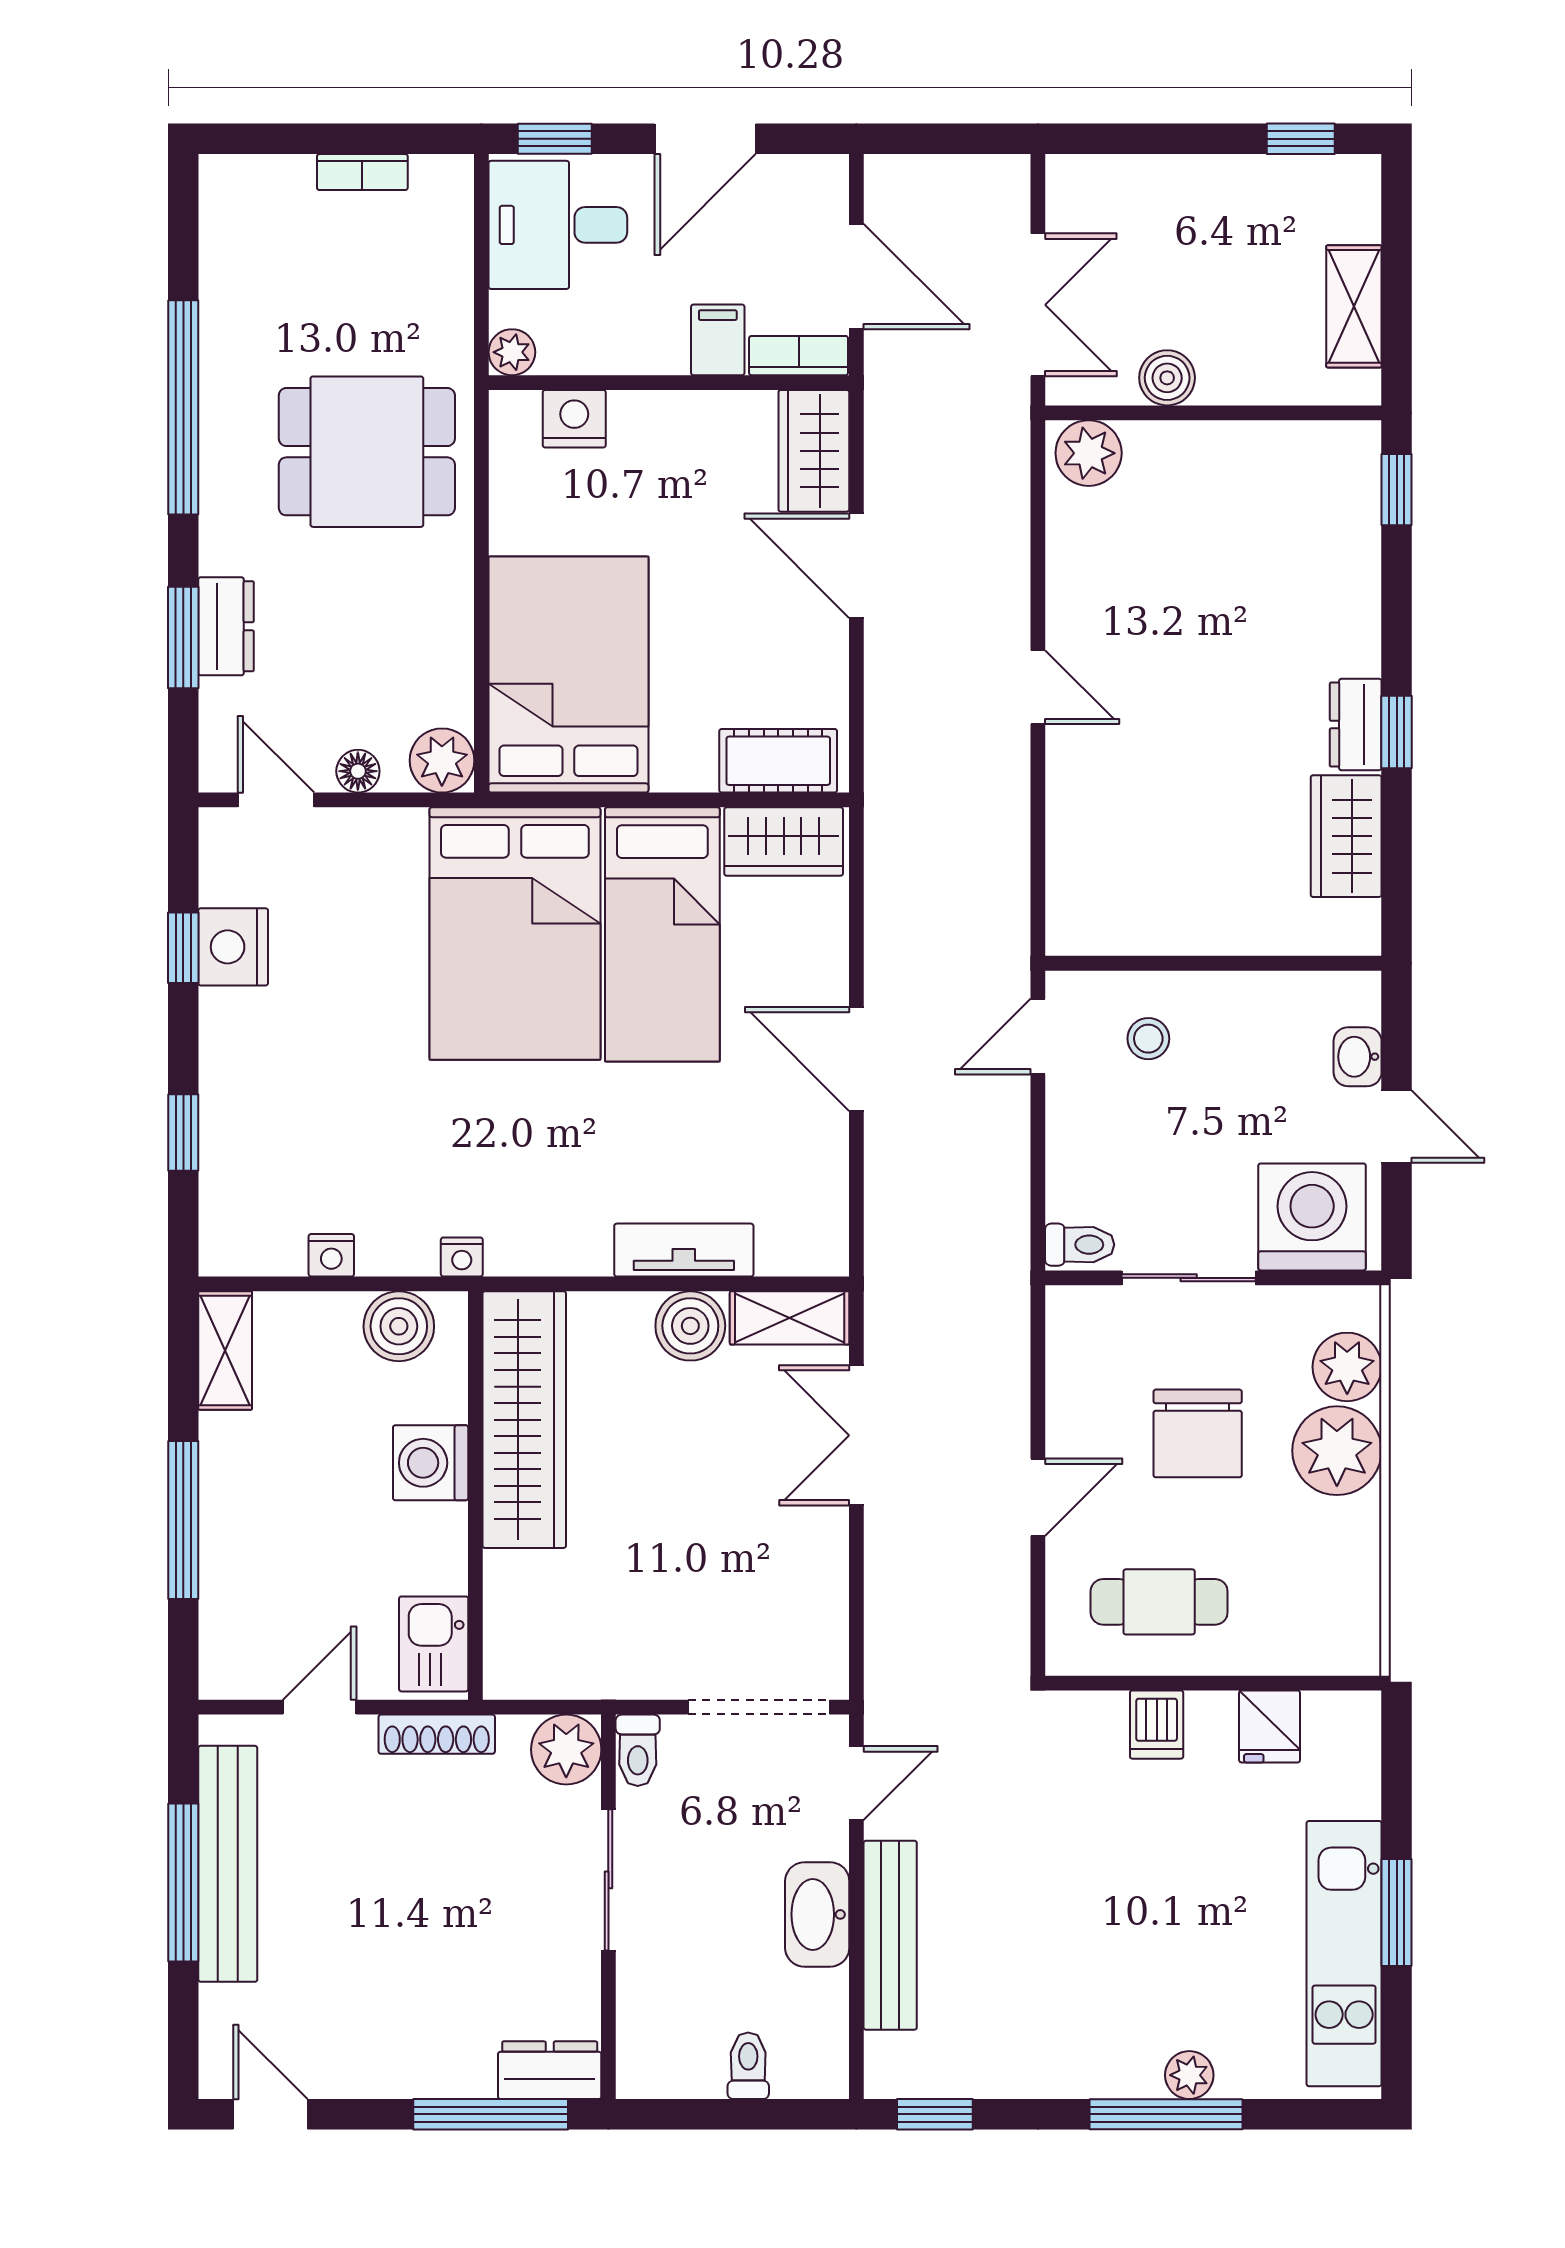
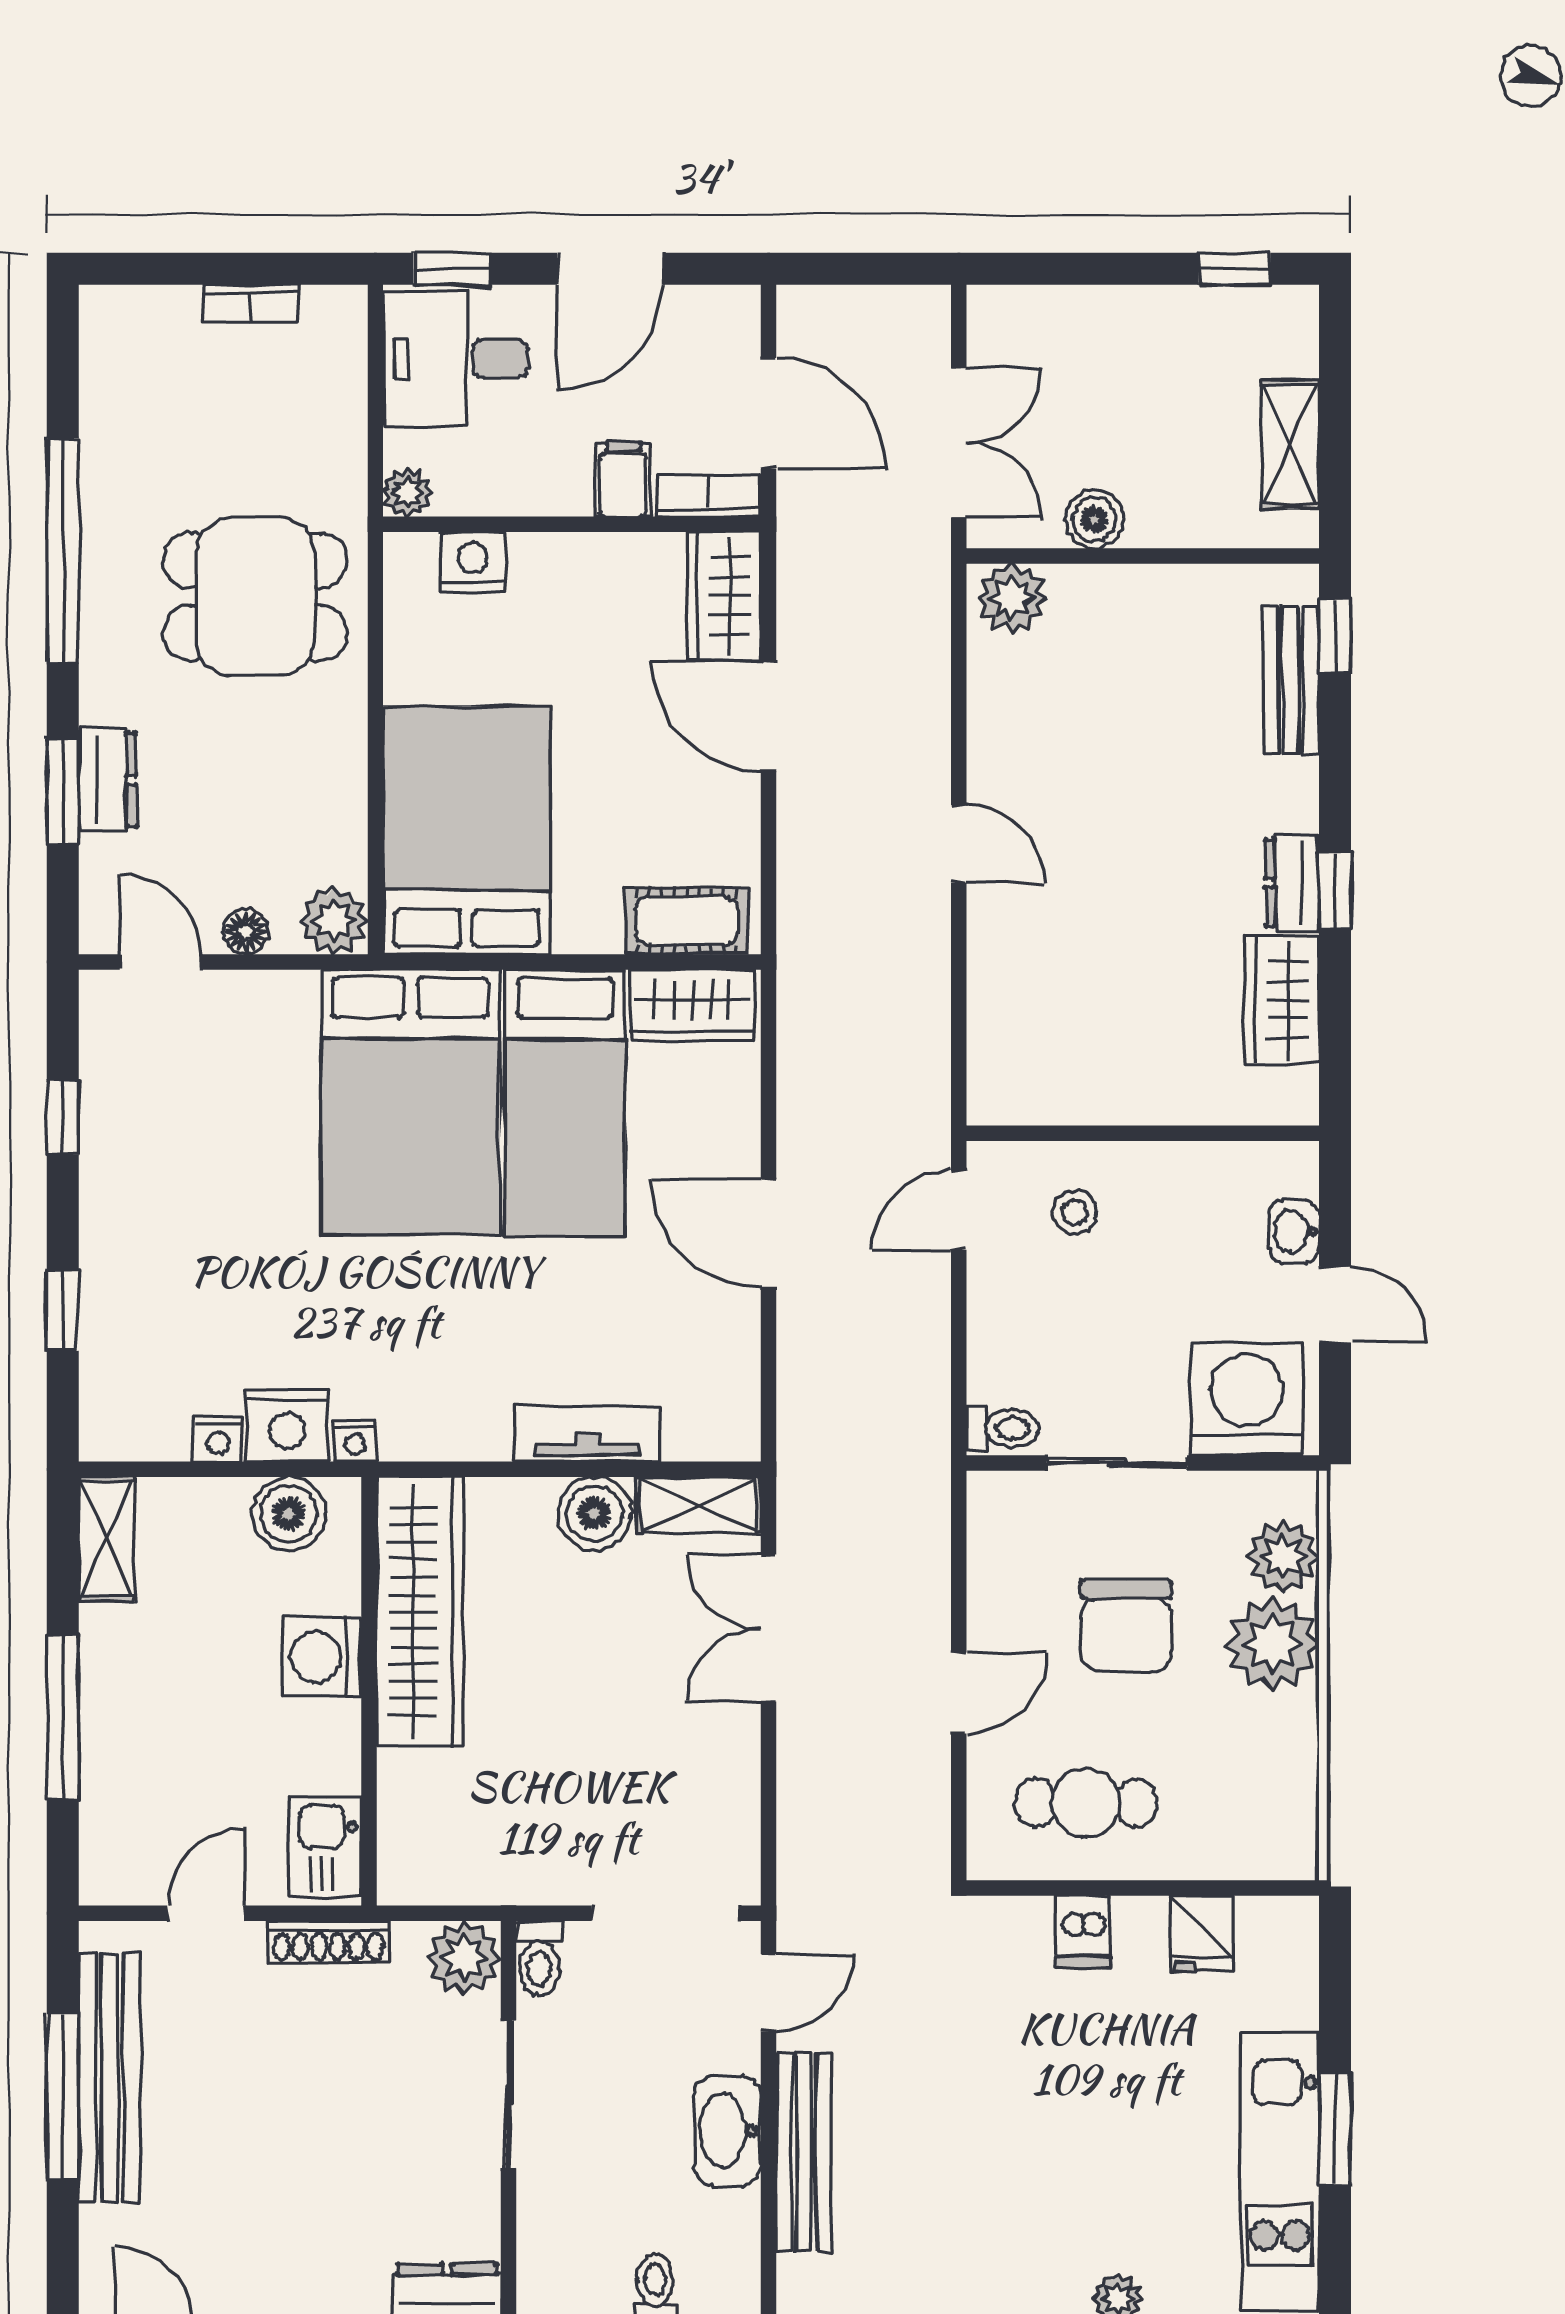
bench: (1355, 531) -> (1291, 680), added
nightstand: (233, 947) -> (287, 1425), moved, turned -90

